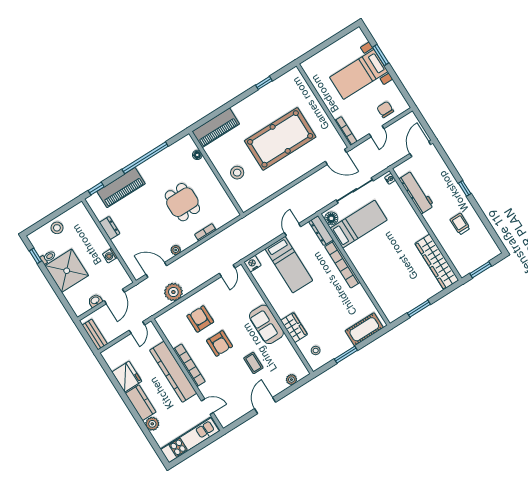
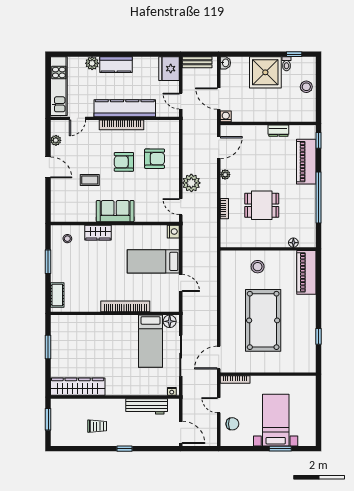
dresser: (321, 231) -> (165, 306), removed
washing machine: (110, 256) -> (226, 116), moved
plant: (173, 292) -> (191, 183), moved
washbasin: (95, 301) -> (225, 63), moved
cot: (364, 329) -> (57, 295), width x0.73, depth x0.75
fridge: (127, 377) -> (169, 69), moved, turned 90
plant: (291, 380) -> (56, 140), moved

